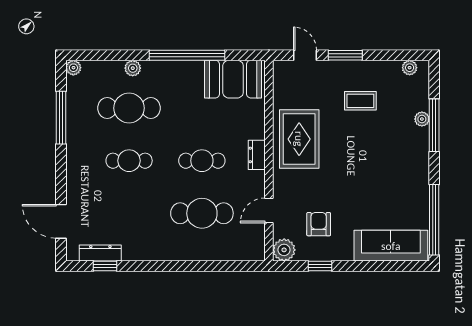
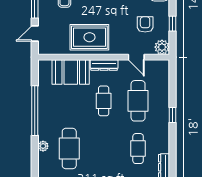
booth: (233, 79) -> (71, 72), moved, turned 90
dresser: (257, 155) -> (104, 65), width x1.44
cafe table: (129, 161) -> (138, 149), moved
armchair: (319, 224) -> (145, 24), turned 90
window: (105, 266) -> (173, 115), moved

